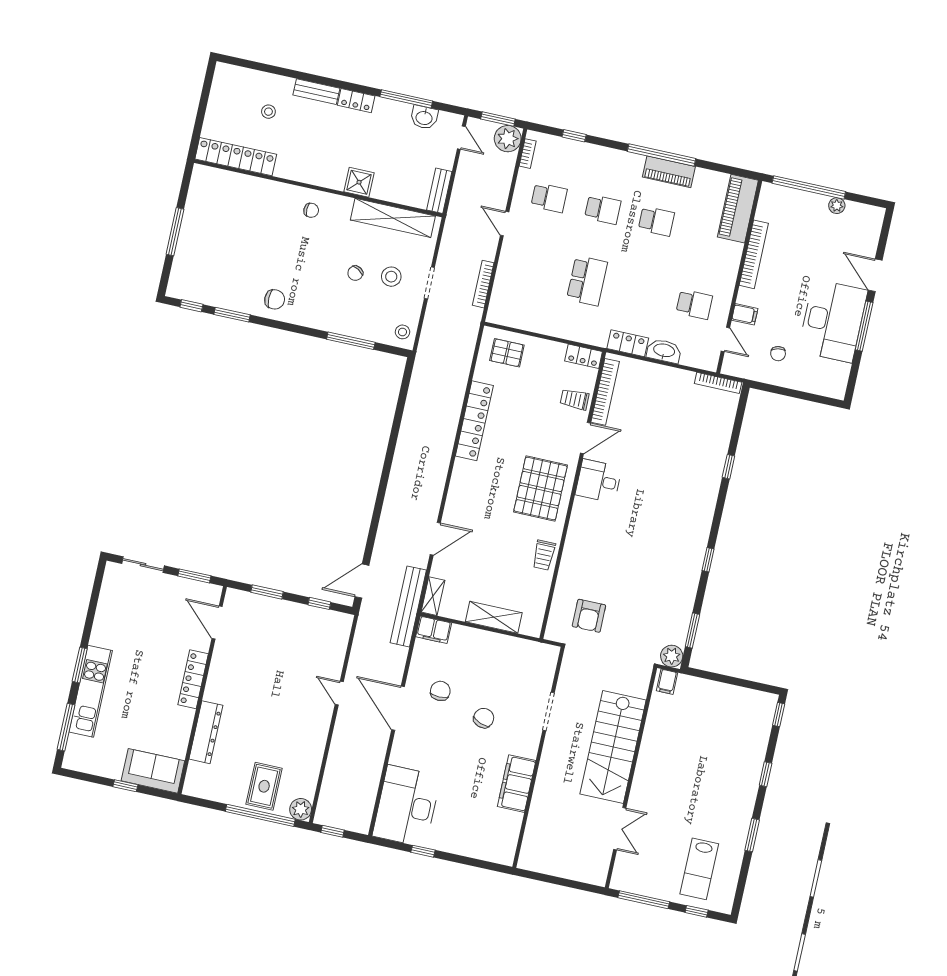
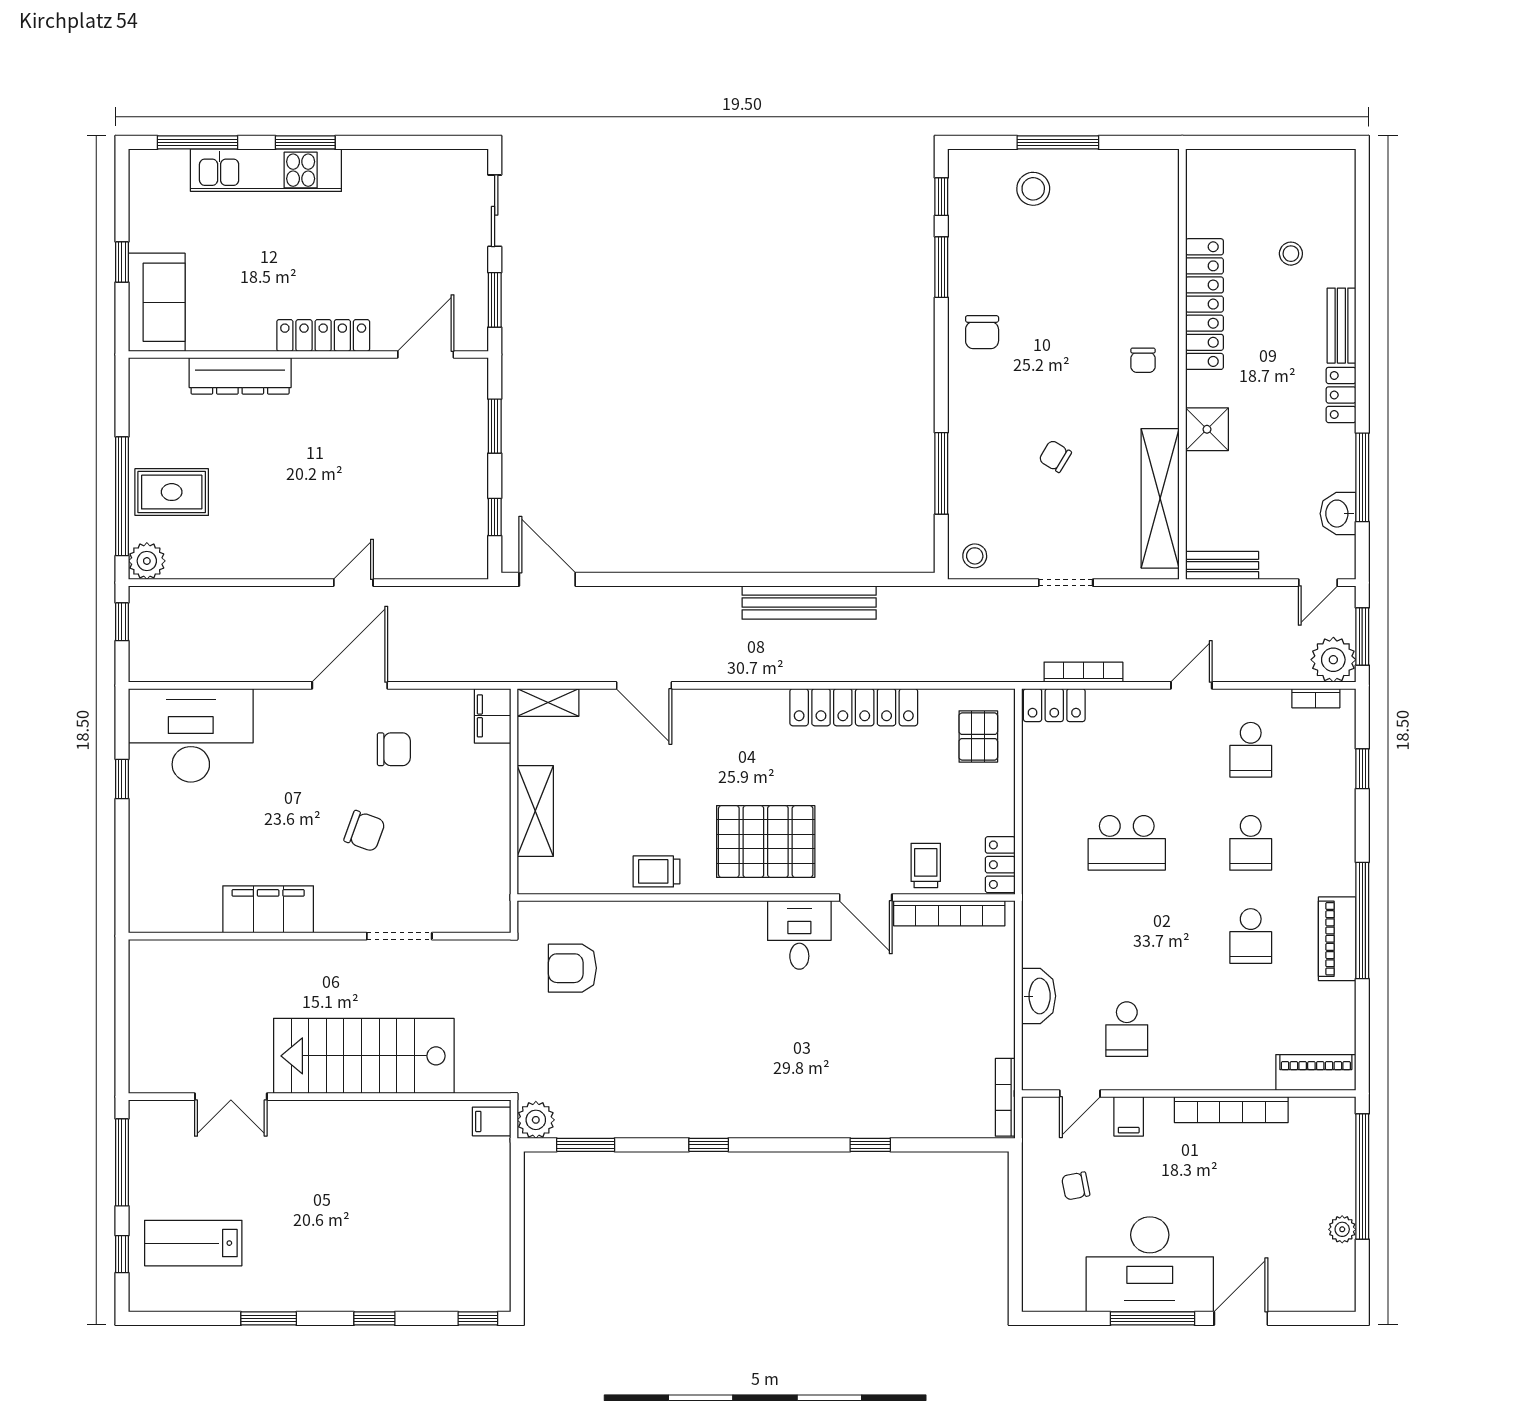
locker: (236, 157) -> (1204, 304), moved
piano: (738, 209) -> (1316, 1072), width x0.73, depth x0.75
stool: (391, 277) -> (1033, 189), moved
locker: (628, 343) -> (1054, 705), moved, turned 90
bench: (408, 606) -> (809, 602), moved

